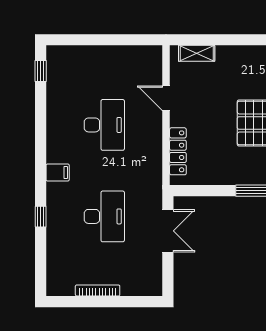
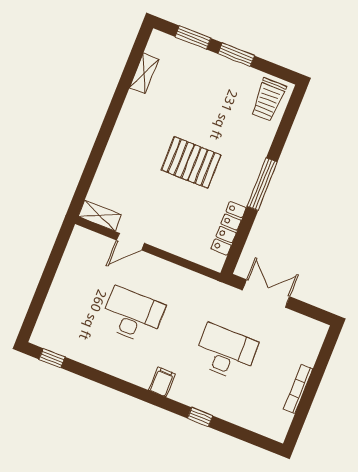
shelving: (197, 53) -> (100, 216), moved, turned 90
locker: (178, 151) -> (229, 228), moved, turned -90

